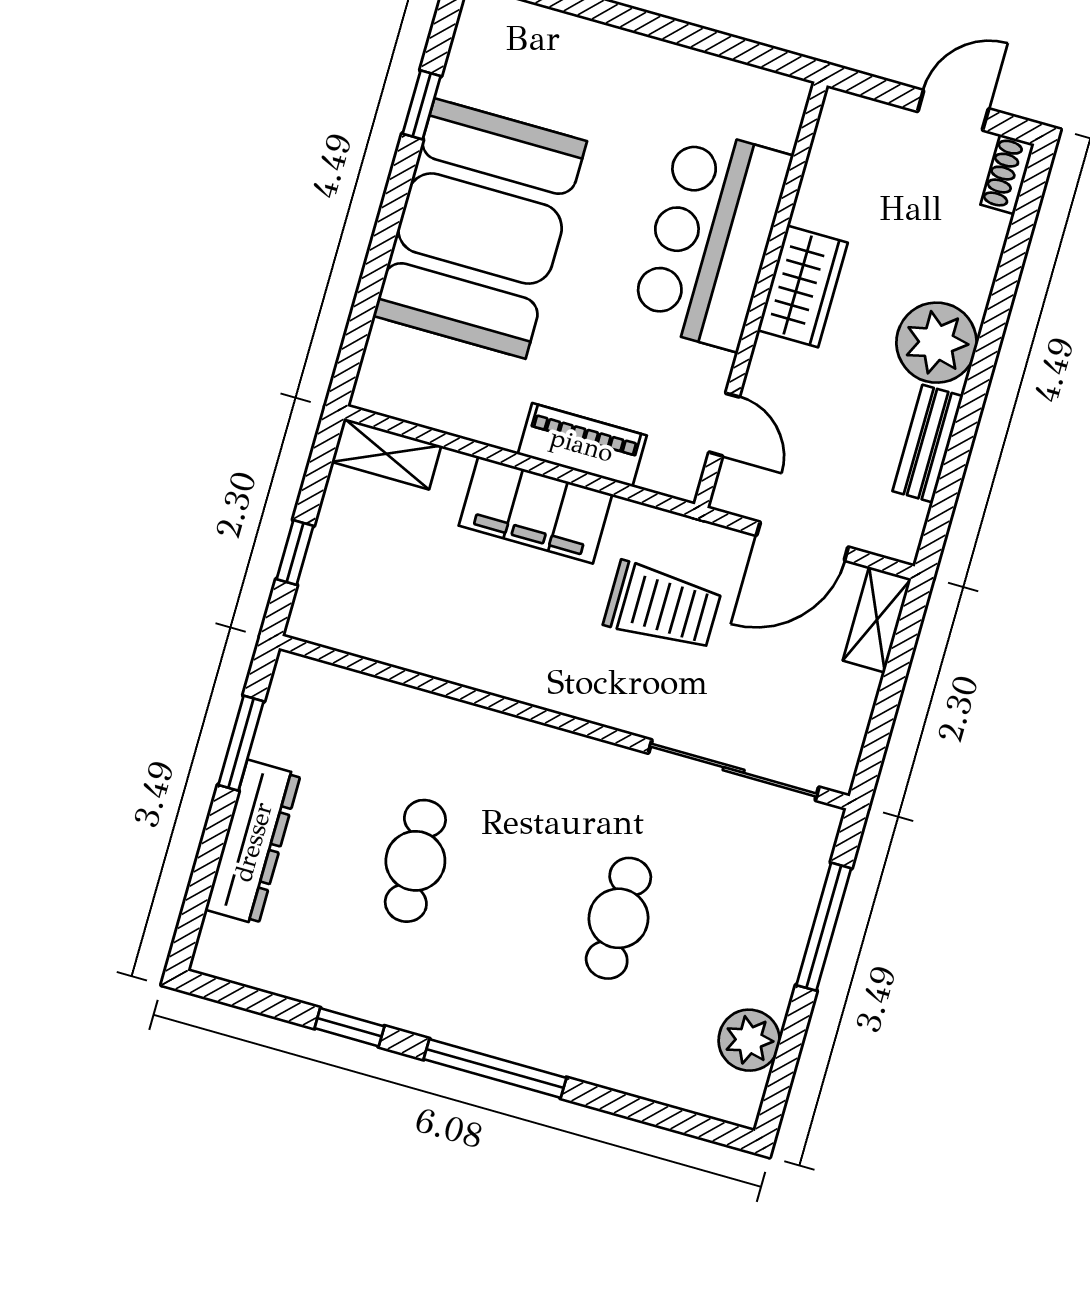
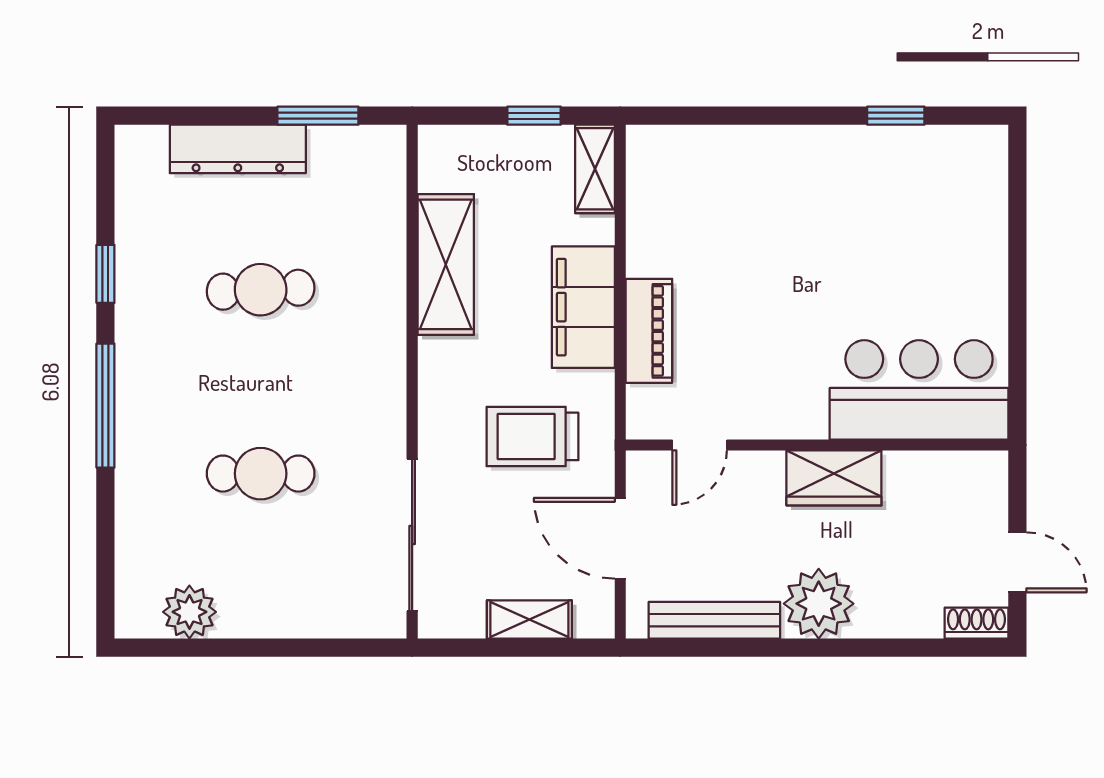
booth: (480, 229) -> (806, 194), removed
bar counter: (711, 239) -> (919, 390), moved
bench: (928, 444) -> (714, 620), width x1.36
window: (295, 553) -> (534, 116), moved
trolley: (663, 606) -> (533, 436), turned 90
shelving: (877, 620) -> (529, 619), moved
shelving: (445, 648) -> (446, 264), added
window: (824, 927) -> (302, 648), removed

